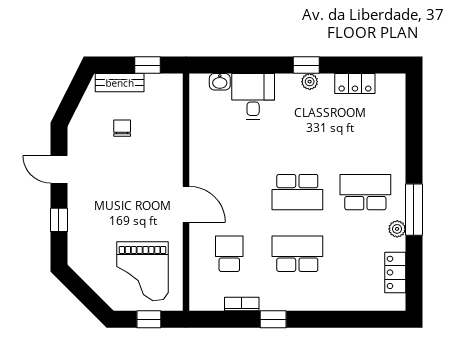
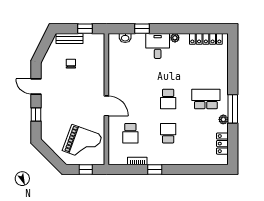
window: (306, 65) -> (142, 29), moved
locker: (355, 84) -> (206, 39), width x1.53
desk: (253, 96) -> (158, 46), moved
school desk: (297, 192) -> (168, 99), width x0.54
school desk: (229, 254) -> (130, 133), turned 180
school desk: (297, 254) -> (168, 133), width x0.54
grand piano: (143, 271) -> (82, 143), turned -70

